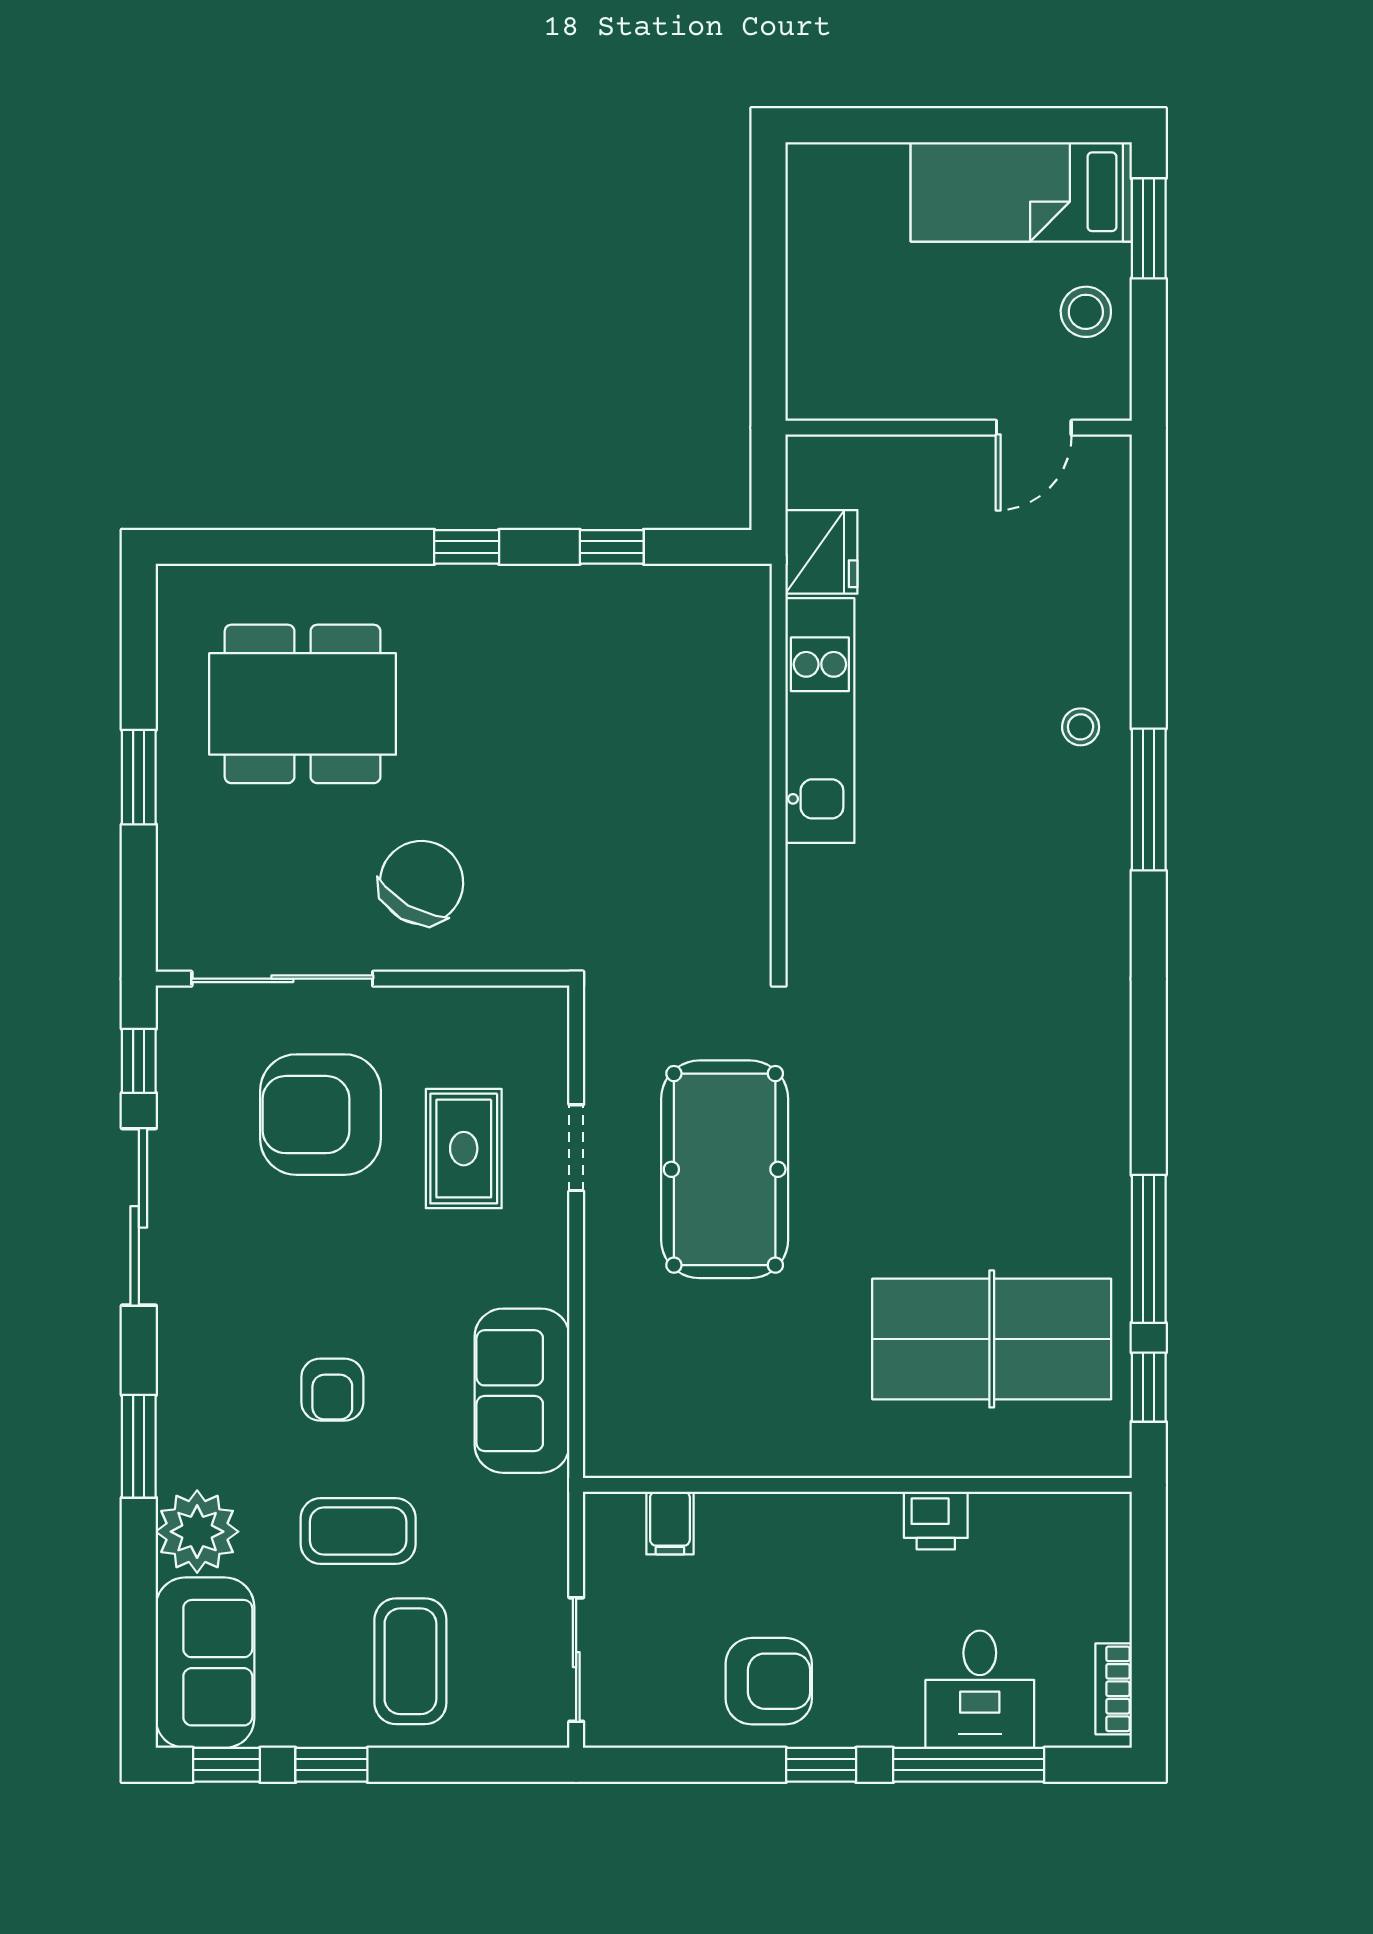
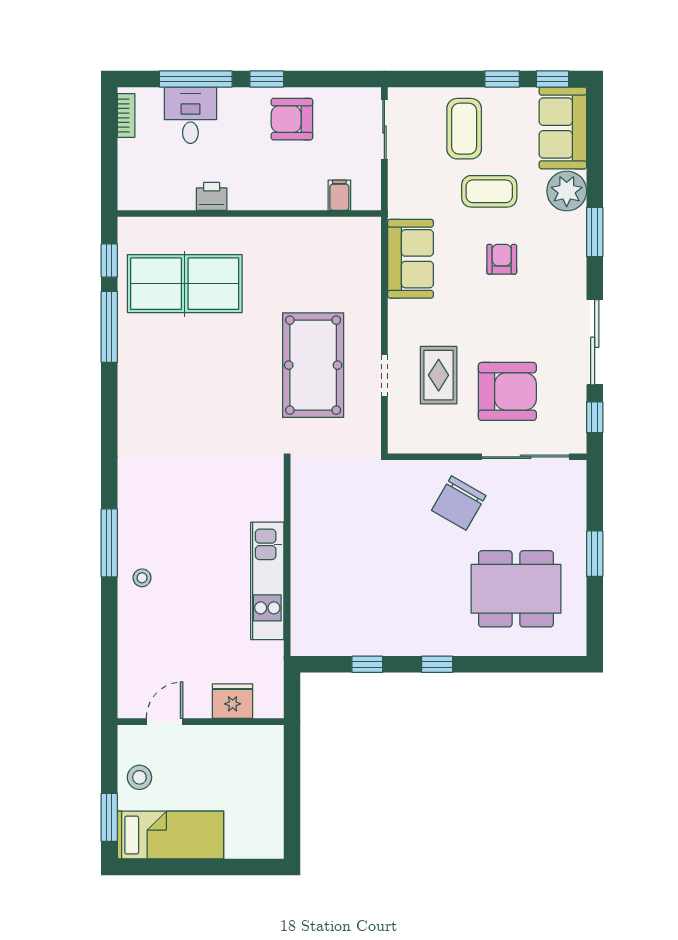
fridge: (821, 552) -> (233, 701), moved, turned 90

